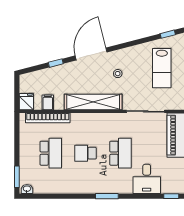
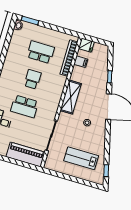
shelving: (93, 102) -> (71, 97), width x0.68
school desk: (51, 153) -> (41, 52), turned 180

